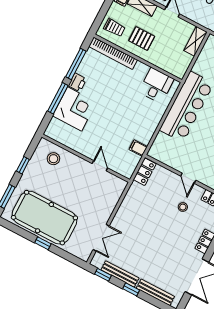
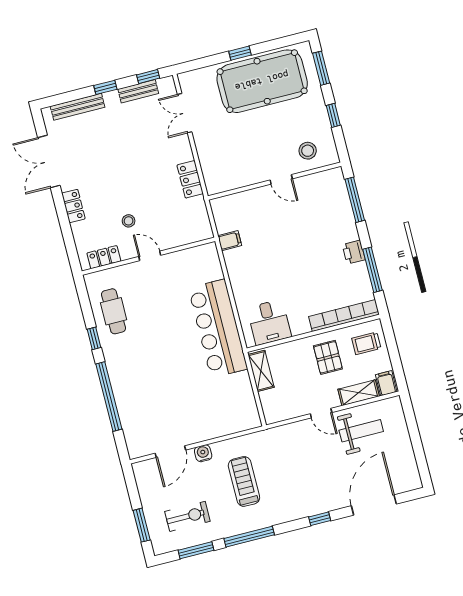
pallet: (142, 39) -> (328, 357), turned 90
shelving: (195, 41) -> (261, 371), moved
window: (58, 98) -> (355, 200), moved
corner desk: (75, 109) -> (332, 222), removed
door: (100, 166) -> (281, 179), moved
locker: (145, 172) -> (190, 179), moved
bench: (120, 274) -> (138, 91), width x0.73

